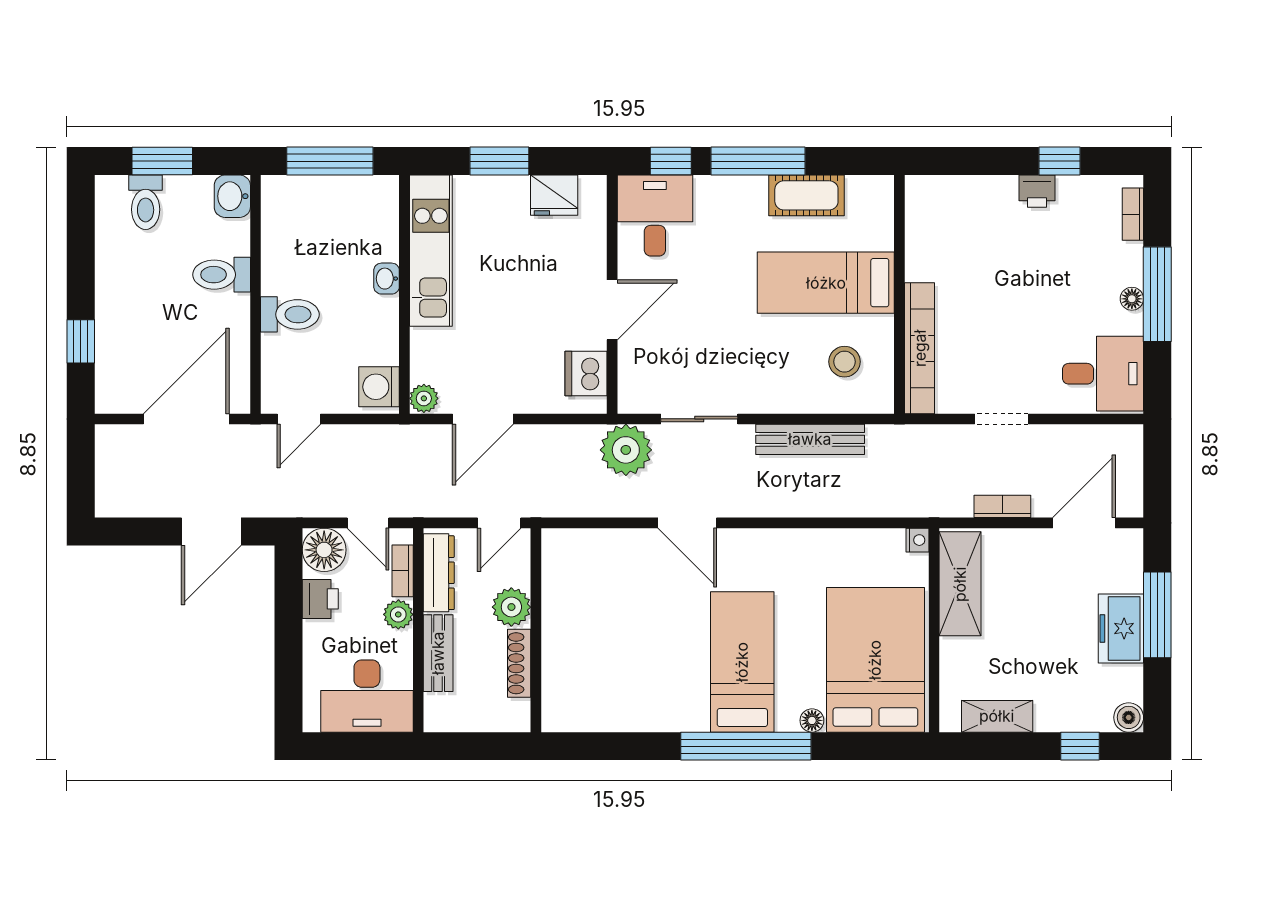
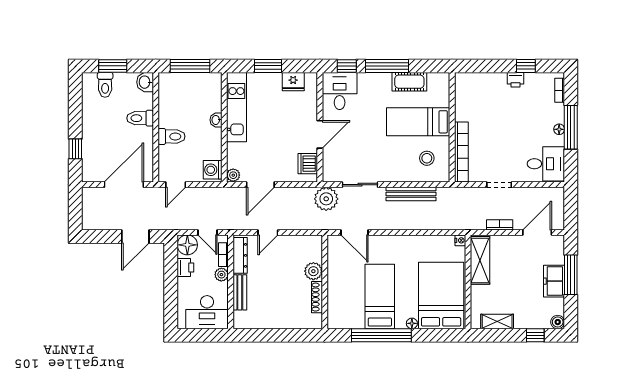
plant: (511, 607) -> (313, 271), moved
wall: (536, 630) -> (325, 282), moved
shoe rack: (519, 663) -> (317, 297), moved

